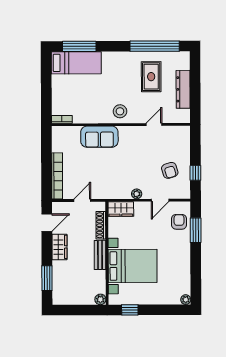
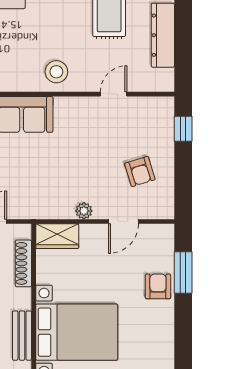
window: (195, 173) -> (183, 129), moved
armchair: (179, 222) -> (158, 286), moved
bench: (100, 255) -> (22, 336), moved

